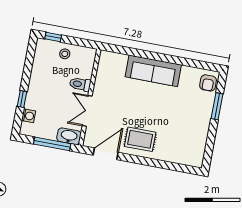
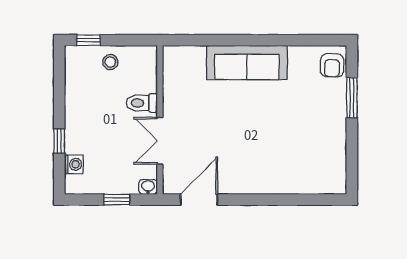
washbasin: (69, 136) -> (148, 187), width x0.52, depth x0.69
rug: (140, 139) -> (247, 168), removed
window: (52, 144) -> (117, 200), width x0.46

